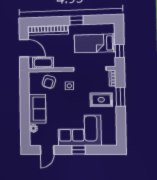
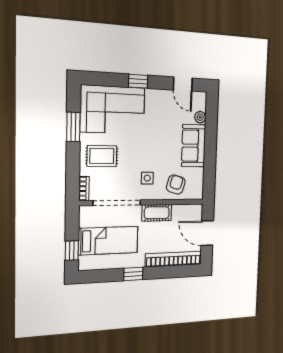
window: (119, 51) -> (72, 250), moved
cot: (43, 63) -> (157, 213), moved
window: (120, 97) -> (73, 127), moved
corner sofa: (80, 130) -> (113, 110), moved
door: (47, 150) -> (183, 84), swing flipped

